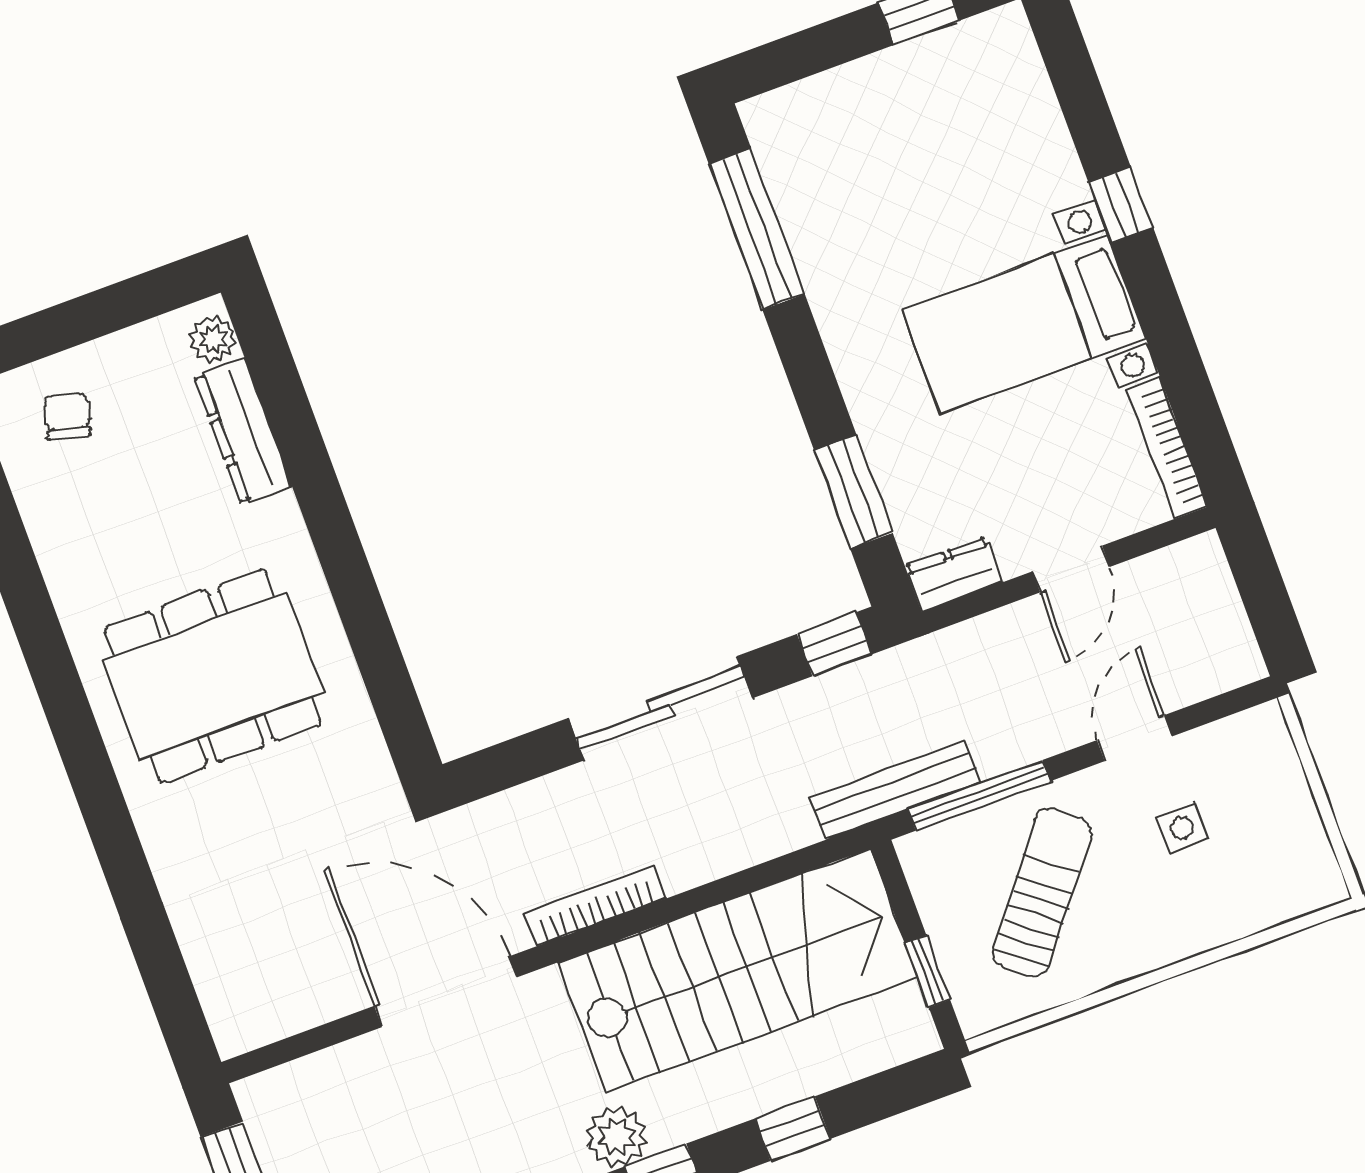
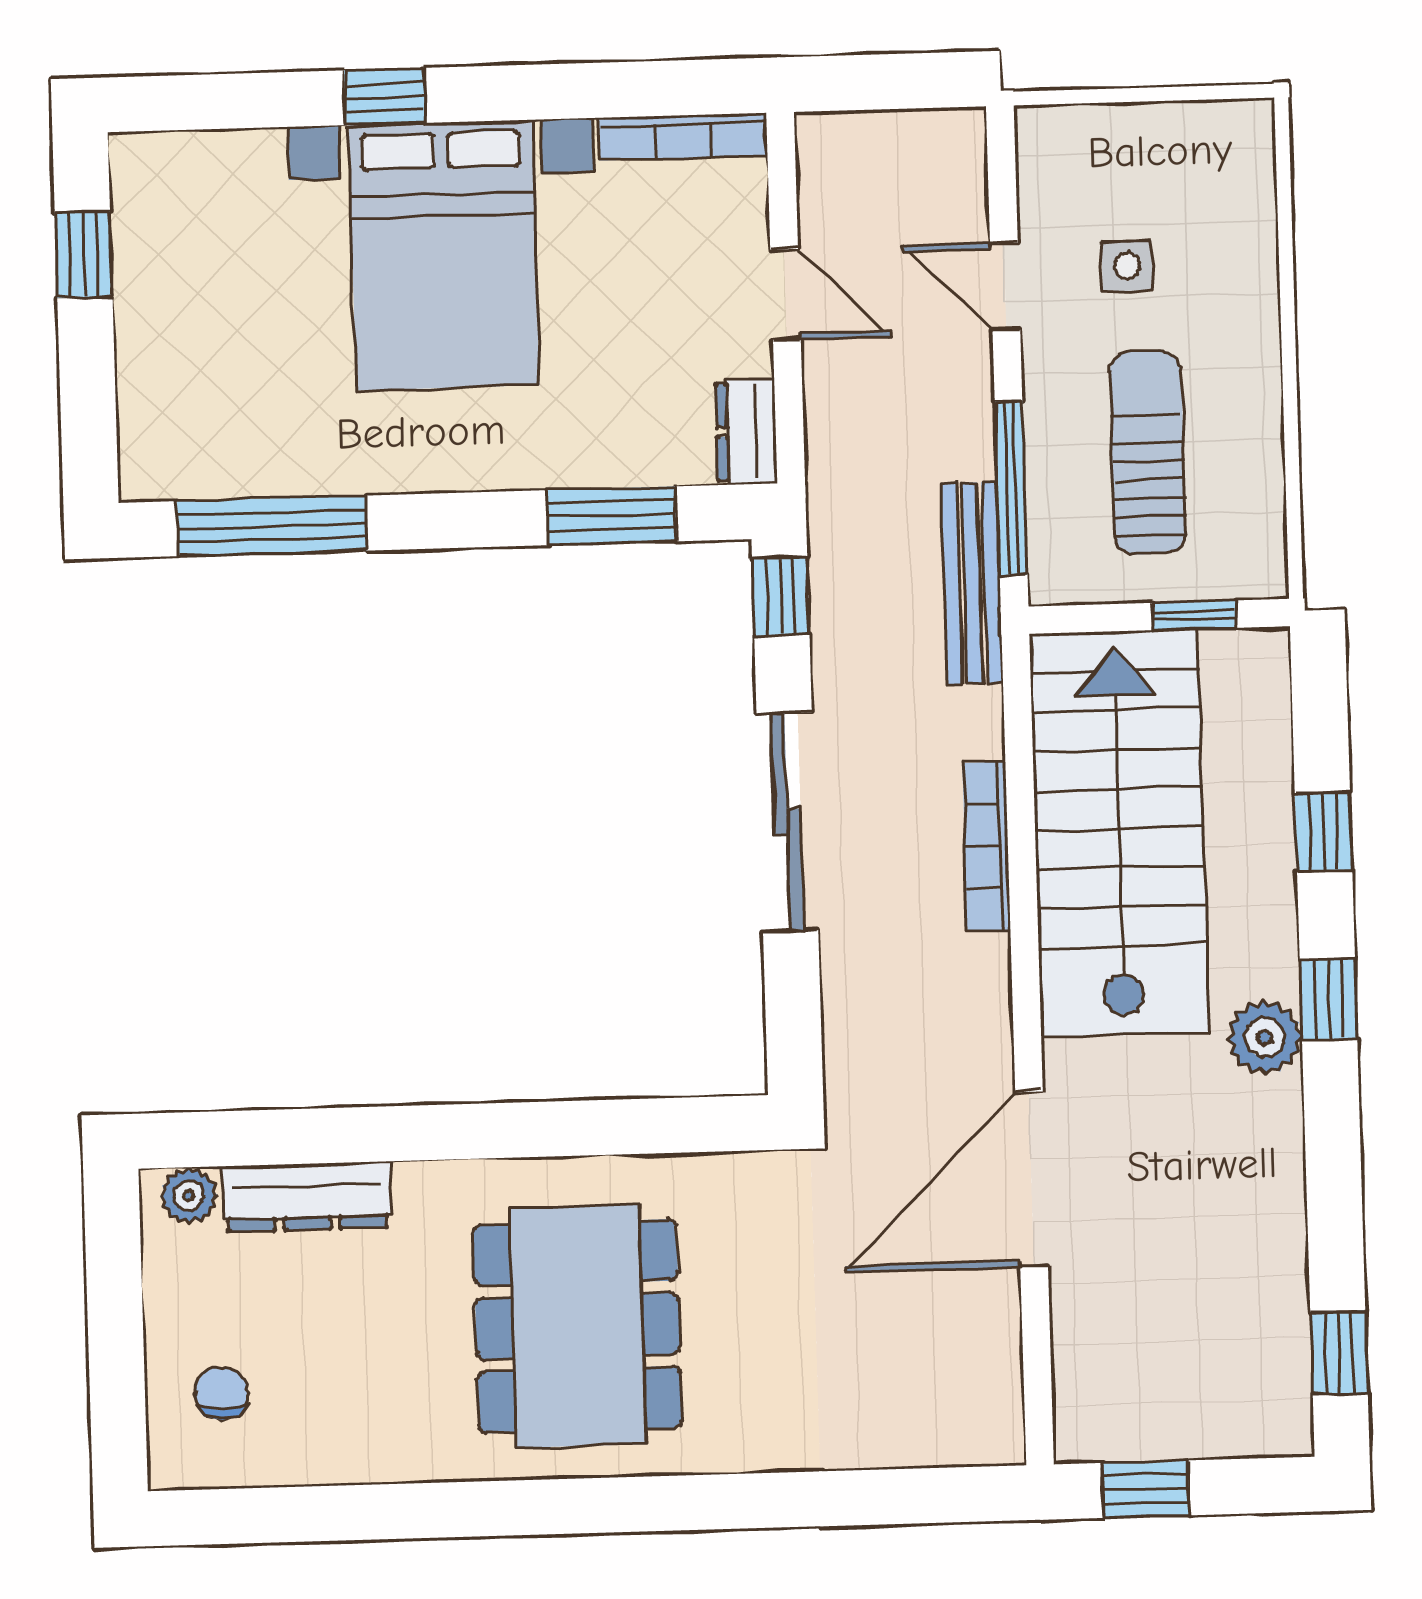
bed with nightstands: (1024, 324) -> (444, 255), width x1.36
chair: (67, 416) -> (222, 1393), turned 75
sun lounger: (1042, 893) -> (1148, 453), turned 52
bookcase: (595, 906) -> (986, 846), moved

